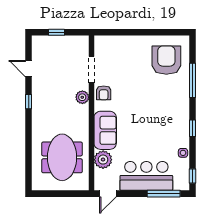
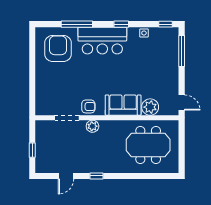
armchair: (166, 60) -> (58, 48), turned 90
bar counter: (146, 176) -> (102, 41), moved, turned -90

